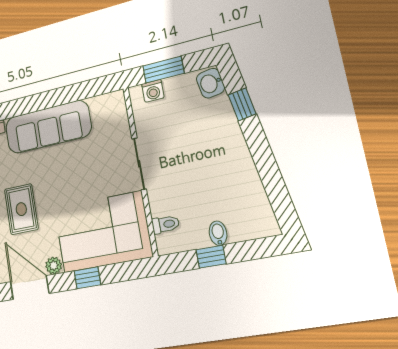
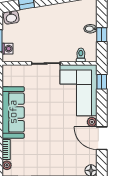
rug: (21, 209) -> (57, 136), removed
window: (87, 278) -> (102, 82), moved
door: (30, 288) -> (102, 138), hinge flipped

